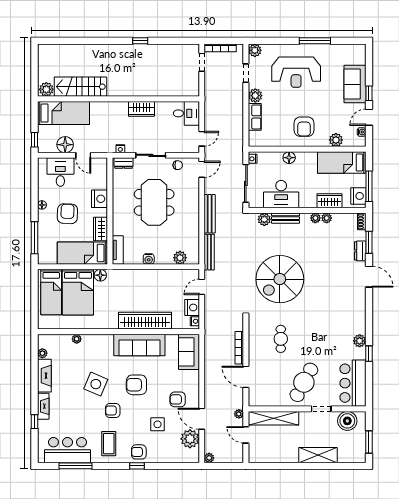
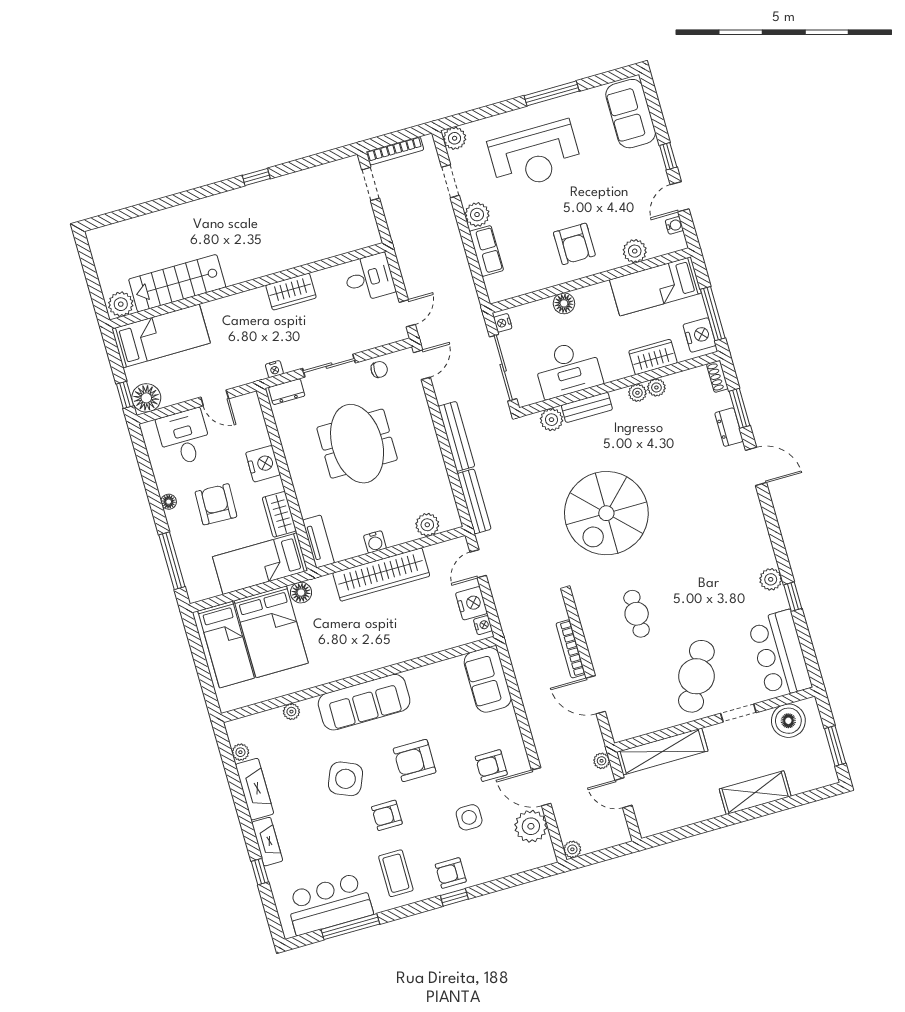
sofa: (355, 84) -> (631, 114), moved
floor lamp: (65, 145) -> (146, 398), moved
wardrobe: (145, 321) -> (381, 574), moved, turned 180
sofa: (139, 345) -> (364, 702), moved

